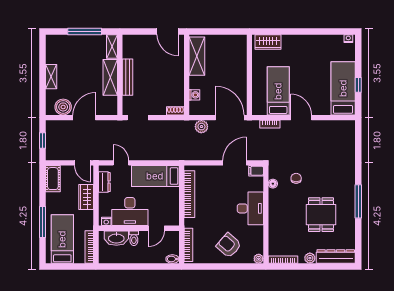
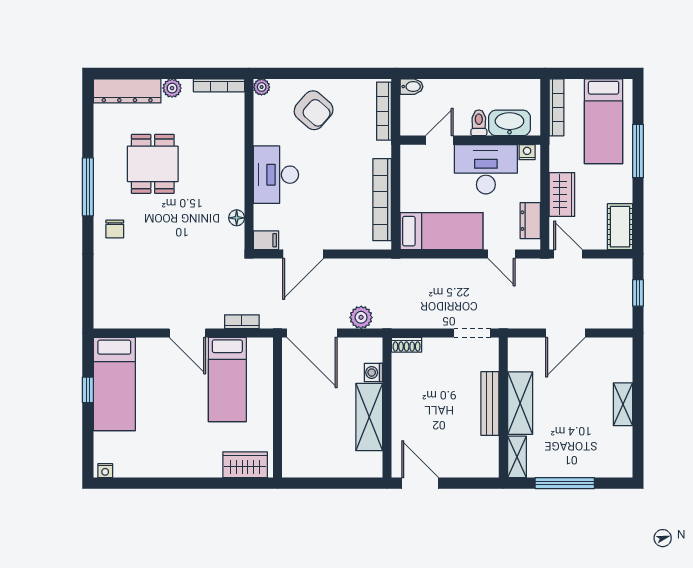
shelving: (197, 56) -> (369, 417), moved
boiler: (63, 107) -> (602, 351), removed
chair: (296, 178) -> (115, 229), moved

